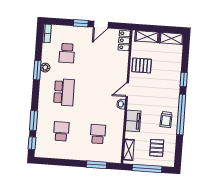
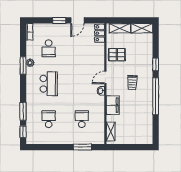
trolley: (166, 120) -> (132, 83), moved
pallet: (157, 148) -> (136, 128), removed
window: (147, 168) -> (128, 147), removed

